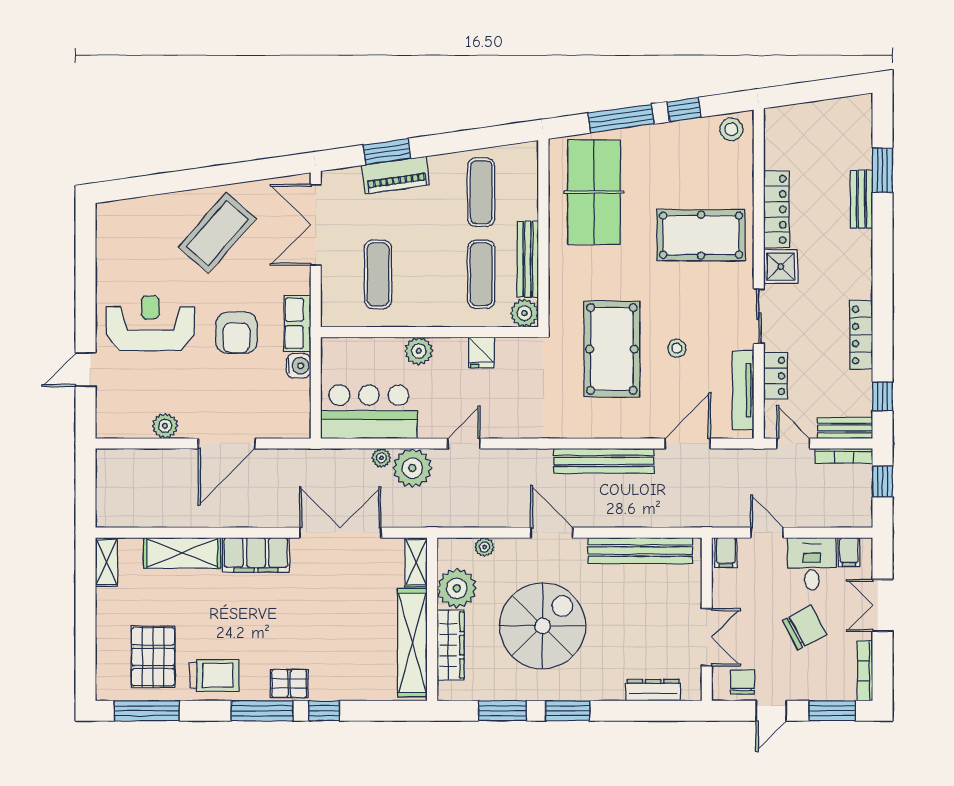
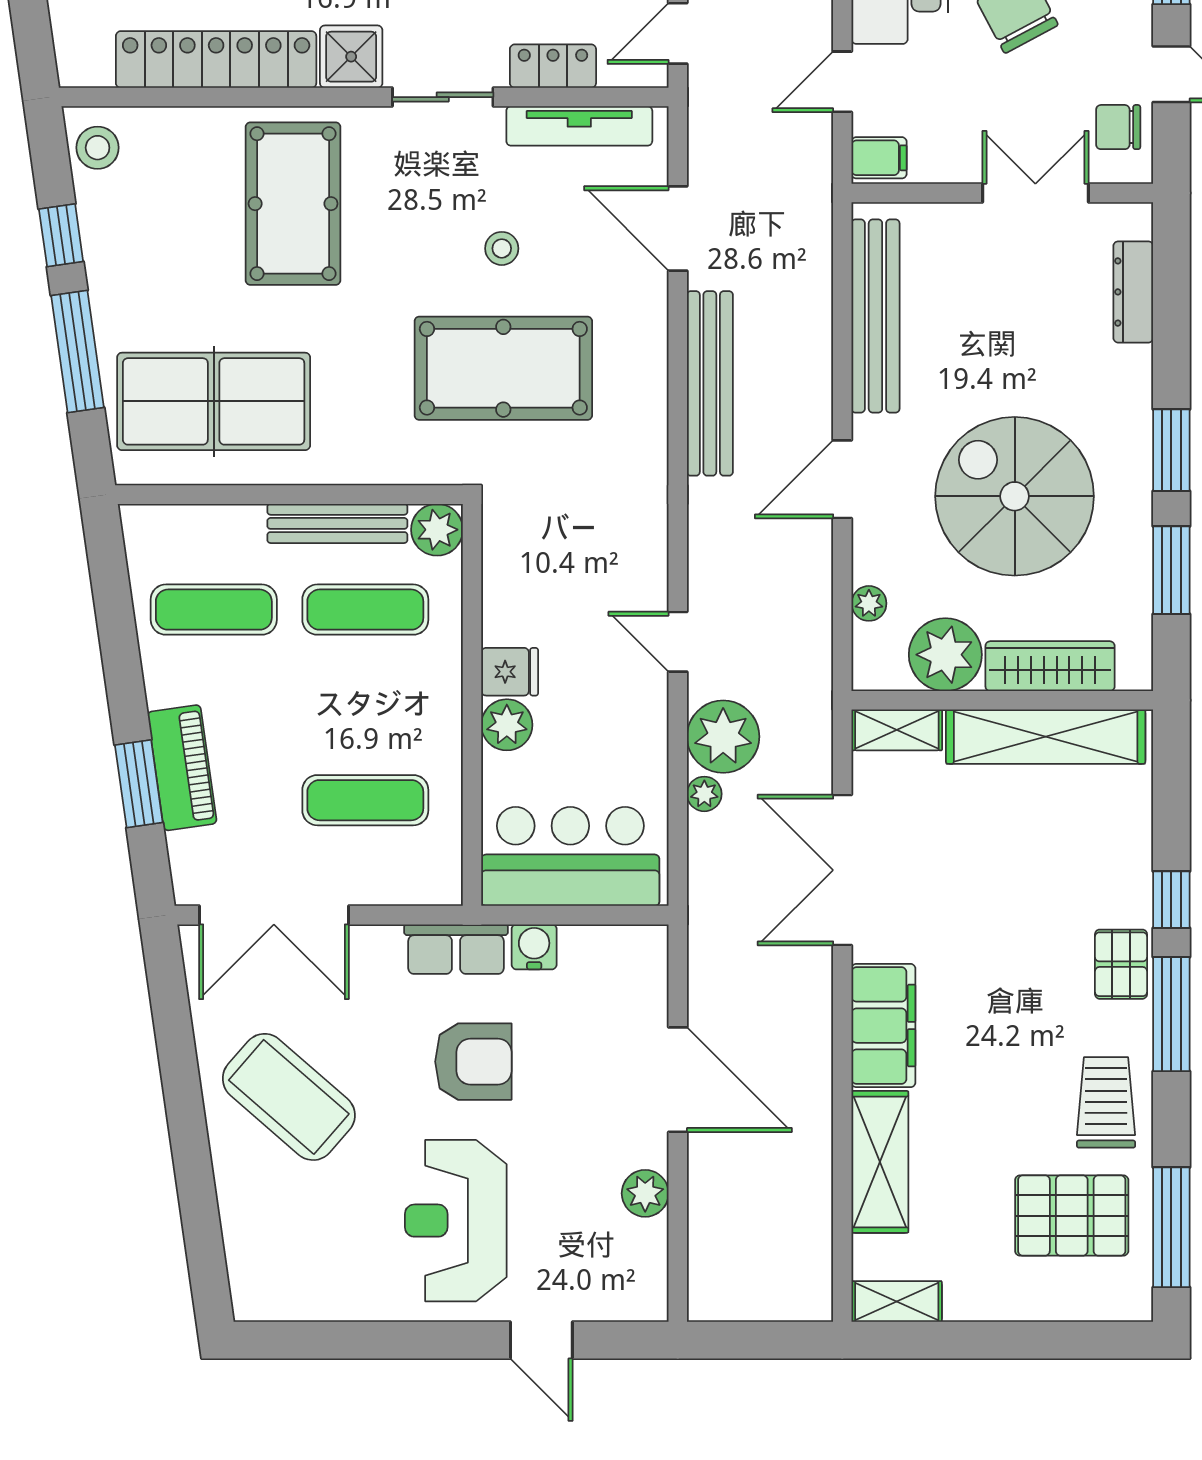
locker: (776, 209) -> (216, 60), width x1.41, depth x1.21
fridge: (481, 352) -> (510, 672), moved
bar counter: (369, 412) -> (570, 856), moved, turned 90

